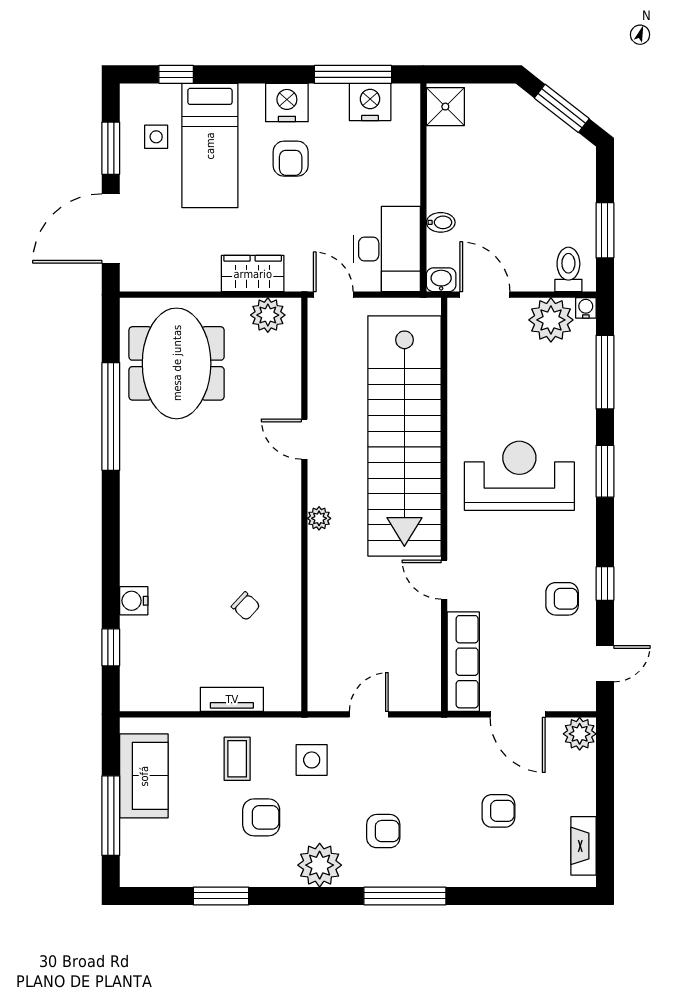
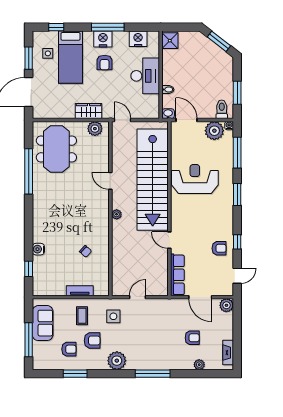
window: (353, 74) -> (108, 27), moved
desk: (387, 249) -> (145, 76), moved
reception desk: (519, 476) -> (195, 179), moved
armchair: (383, 831) -> (69, 349), moved
plant: (515, 875) -> (199, 365), added

